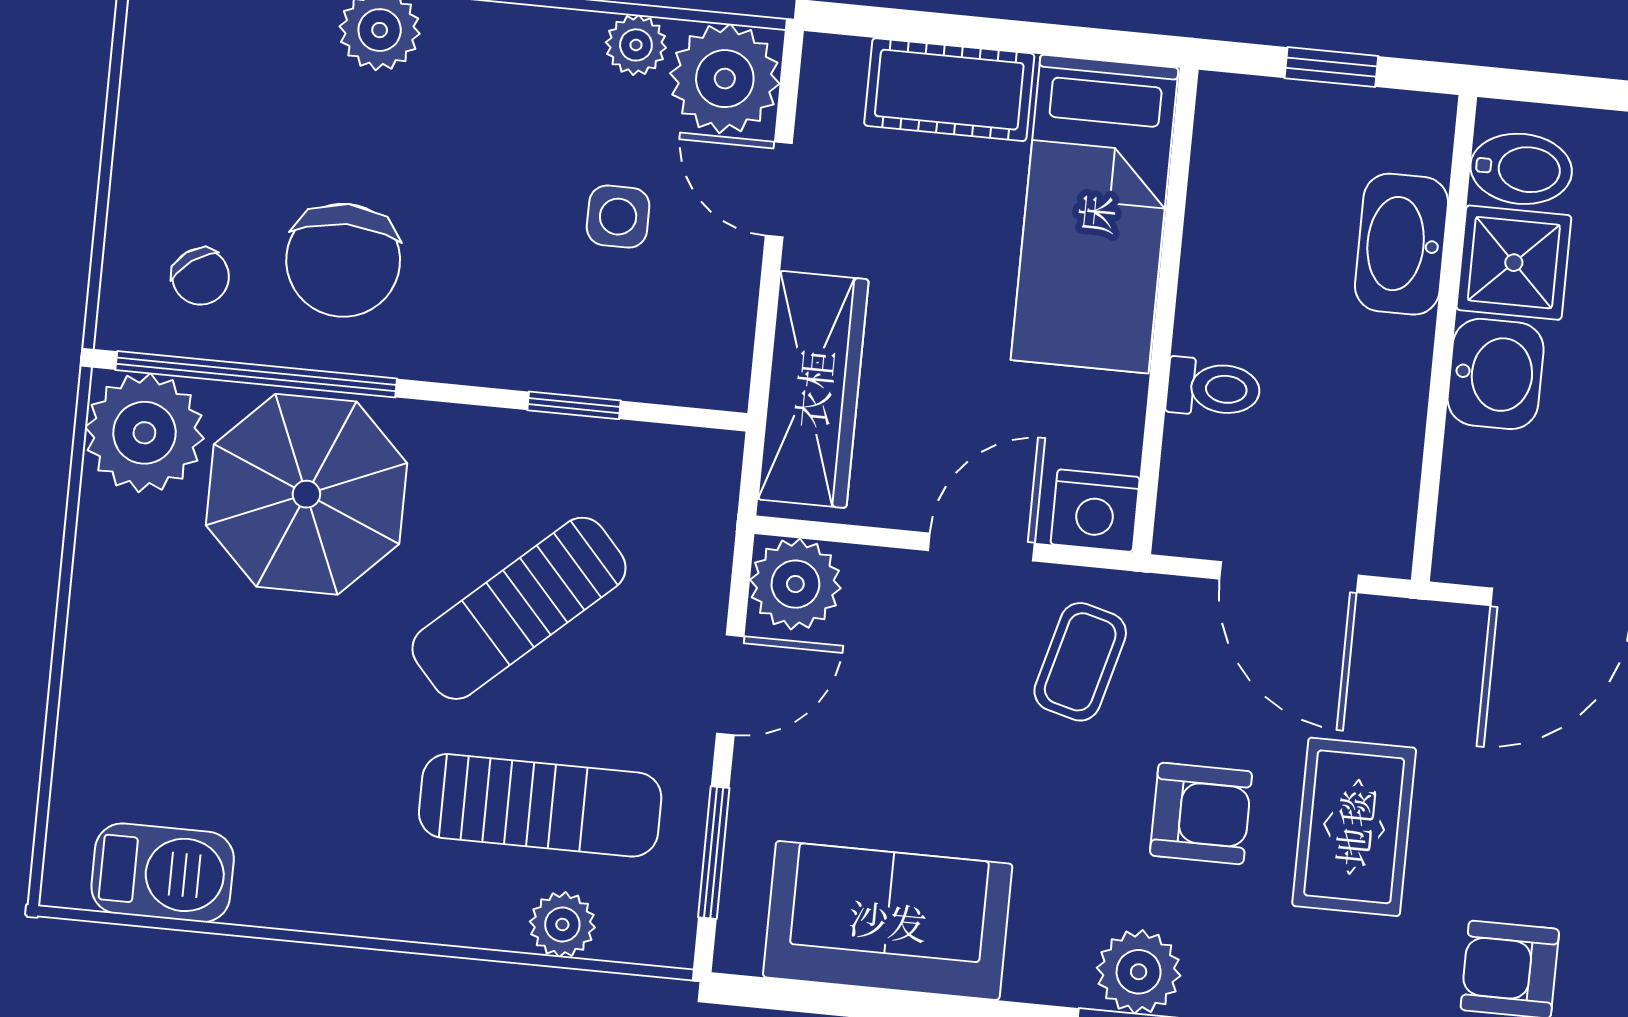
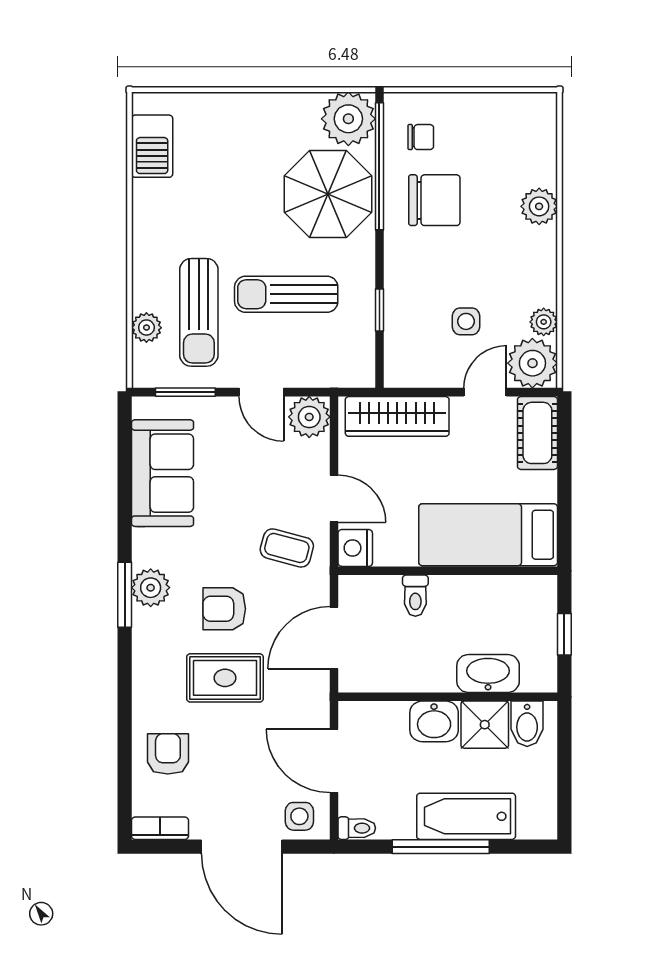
cot: (949, 90) -> (537, 433), moved
chair: (343, 260) -> (434, 200), turned 180
chair: (201, 277) -> (421, 137), turned -144
sun lounger: (519, 608) -> (286, 294), turned -48
armchair: (1201, 813) -> (224, 609), turned 90

